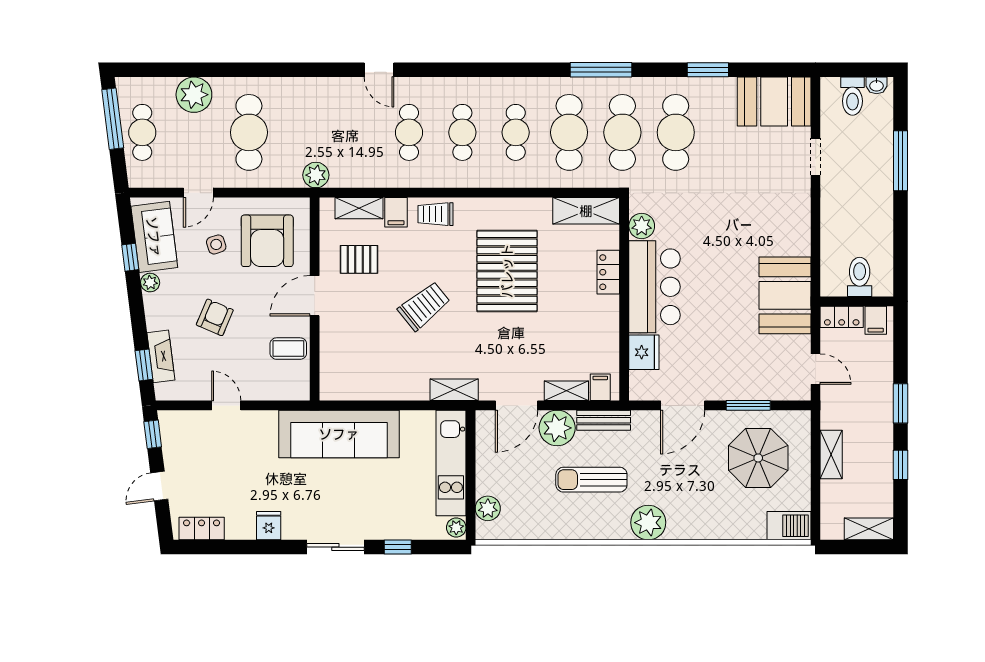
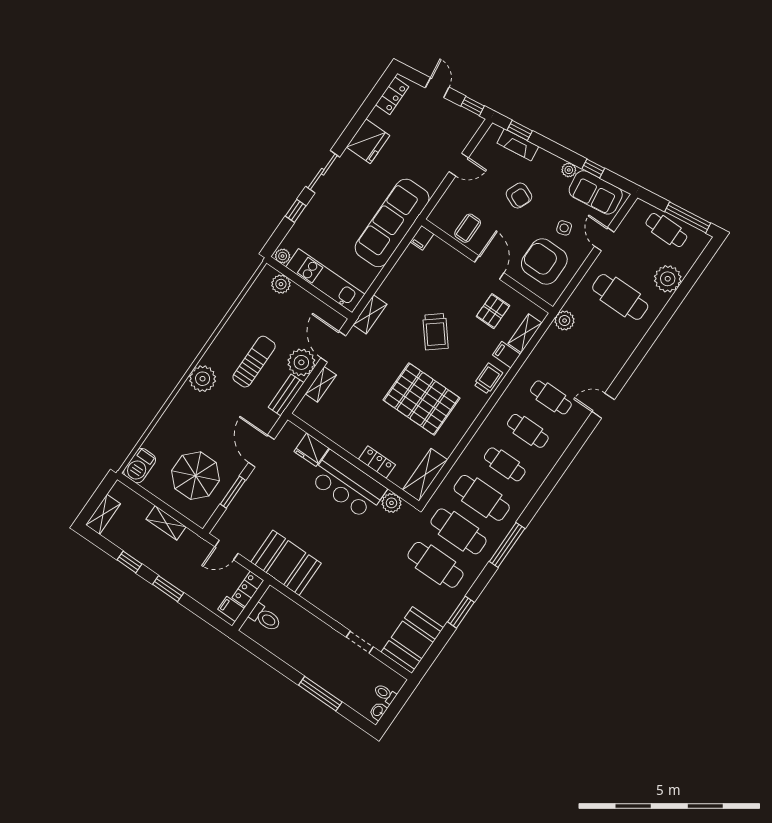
toilet: (852, 96) -> (385, 694), width x0.73, depth x0.72
filing cabinet: (600, 387) -> (422, 238), moved, turned 90
fridge: (269, 526) -> (368, 141), width x1.88, depth x1.34

